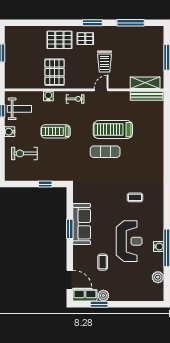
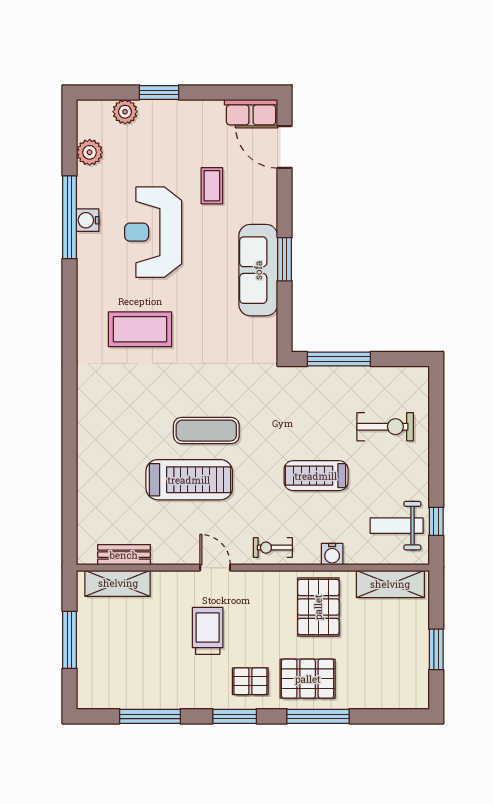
window: (55, 23) -> (318, 716), added
shelving: (22, 83) -> (390, 584), added
door: (101, 90) -> (215, 568), swing flipped
bench: (147, 96) -> (124, 555), width x0.73
treadmill: (56, 131) -> (316, 476), turned 180
water cooler: (10, 132) -> (418, 475), removed
window: (45, 184) -> (339, 359), width x2.17
coffee table: (135, 197) -> (140, 329), width x1.86, depth x1.72
plant: (103, 296) -> (125, 112), moved
window: (99, 304) -> (159, 92), moved

